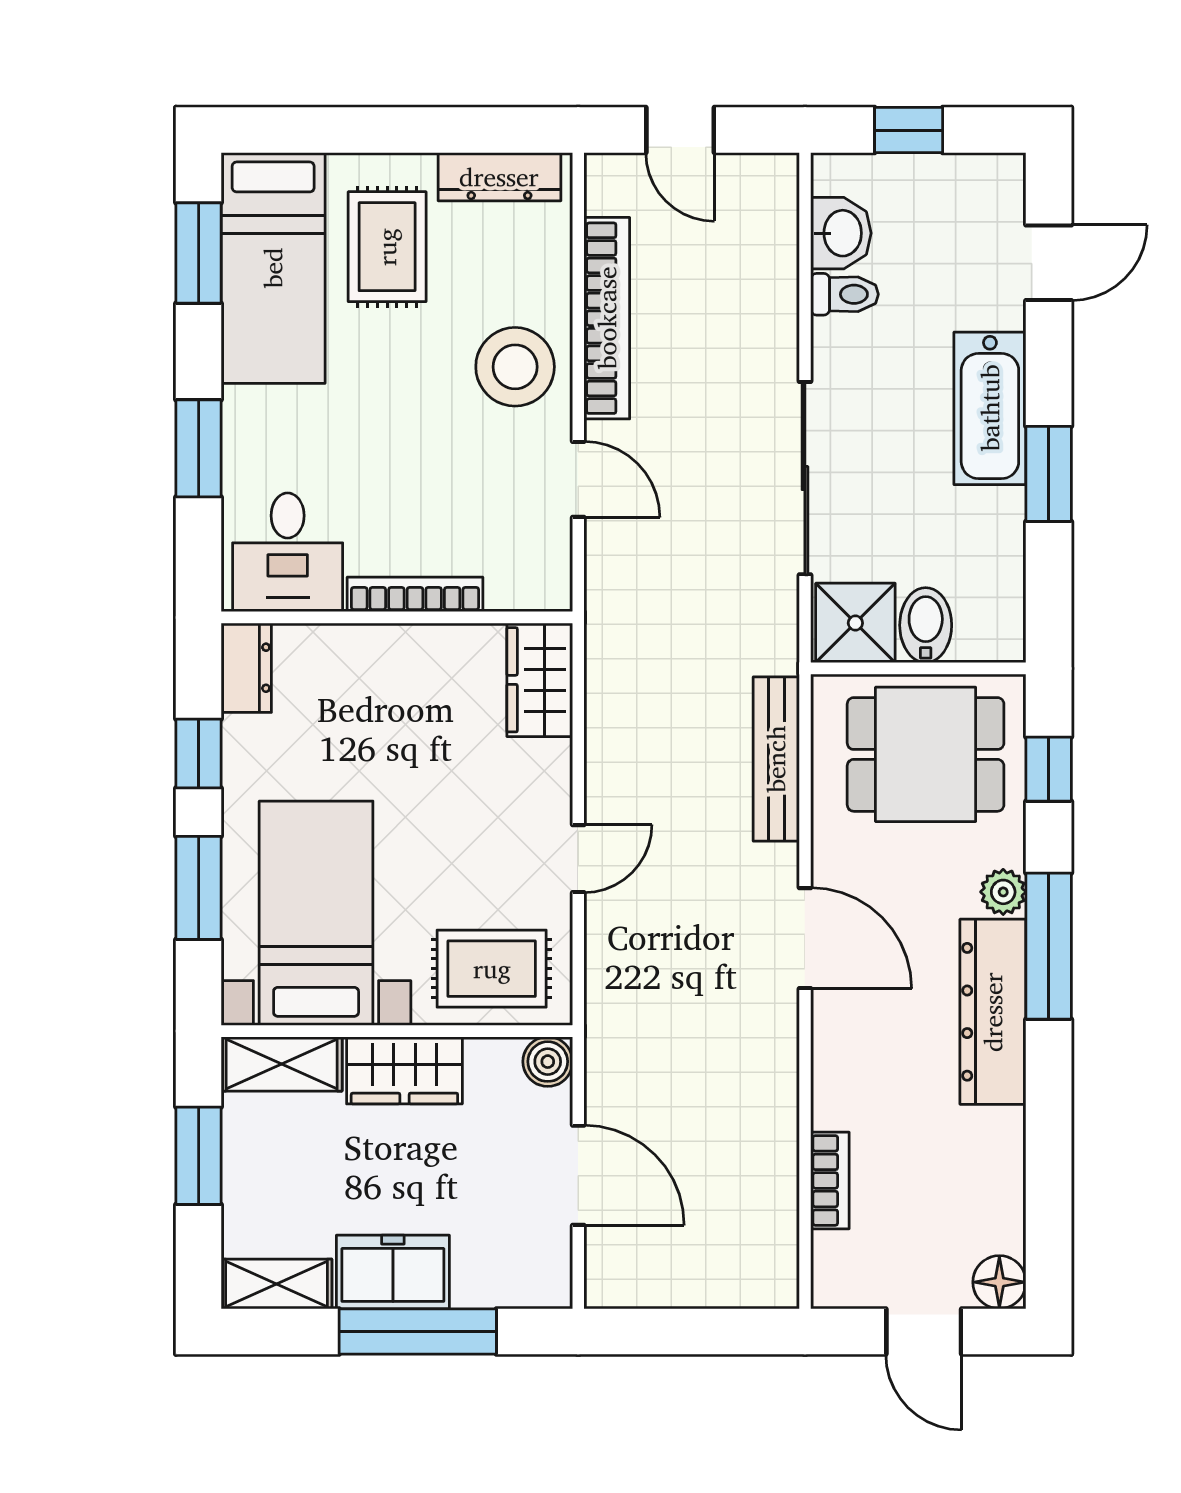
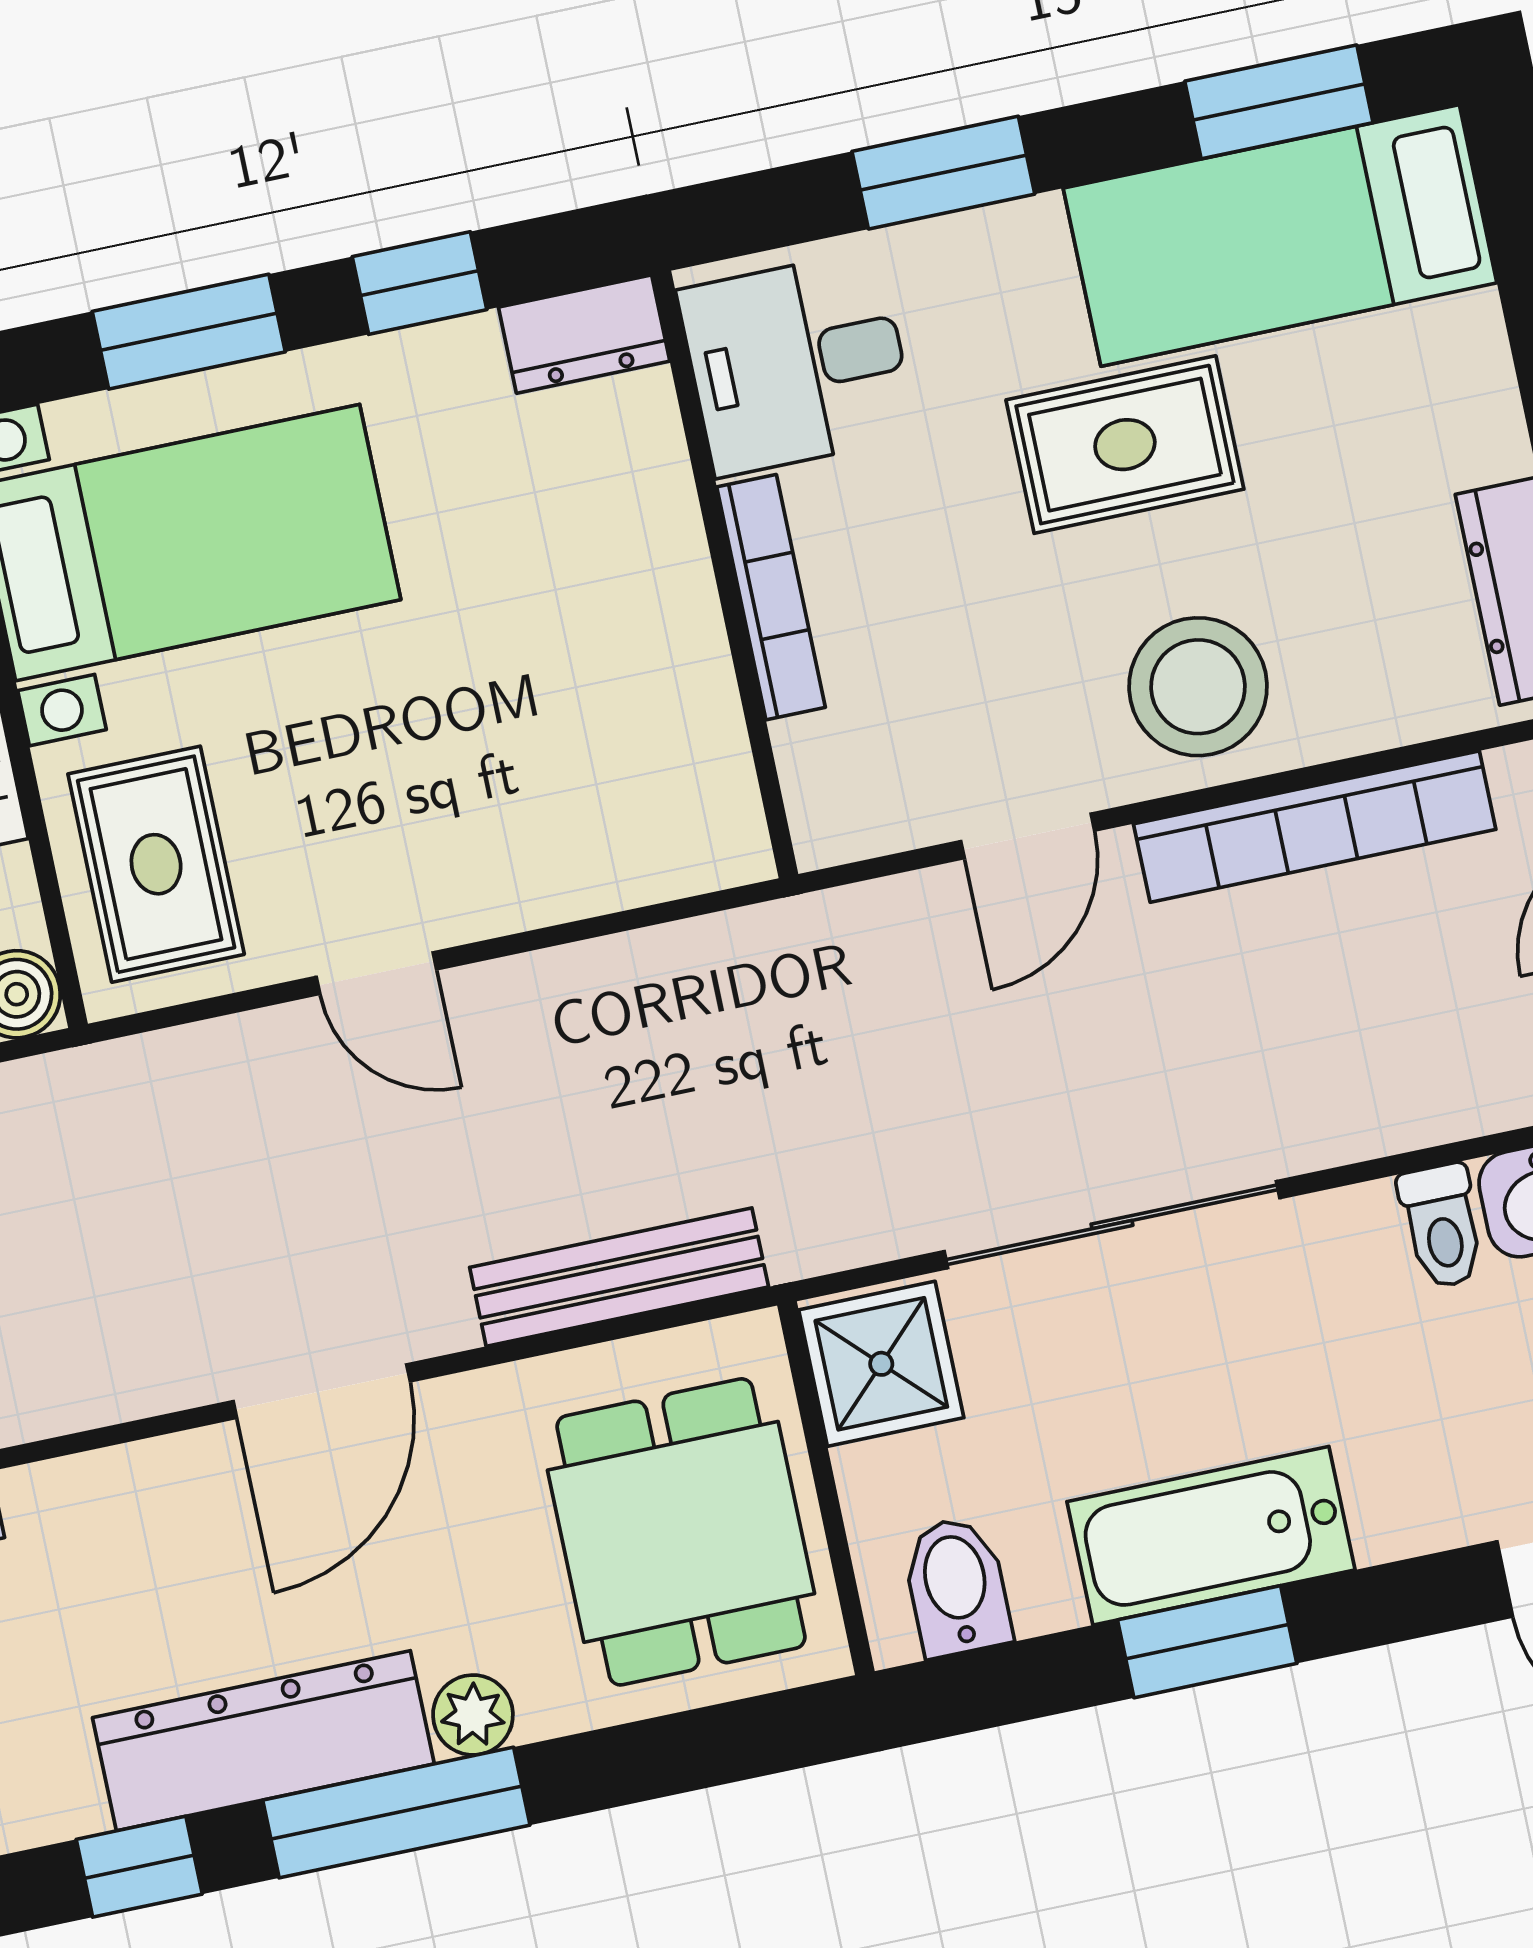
rug: (387, 247) -> (1125, 445), moved
bathtub: (990, 408) -> (1211, 1536), moved
bidet: (926, 625) -> (957, 1586), moved, turned -90
wardrobe: (540, 680) -> (669, 842), removed
window: (1049, 769) -> (139, 1867), moved

